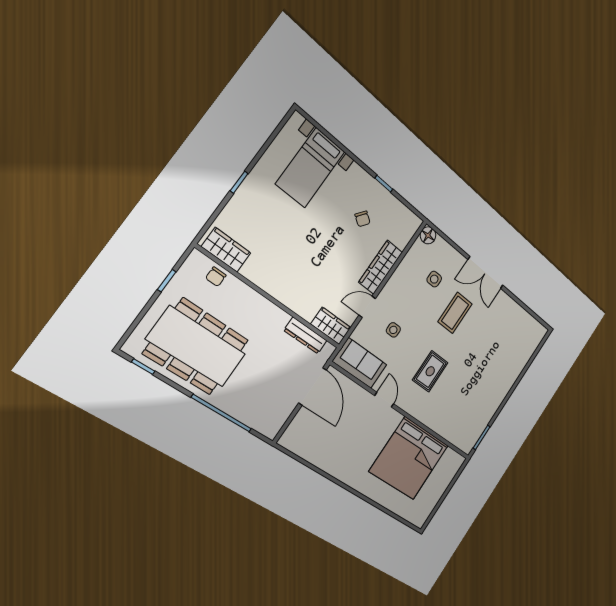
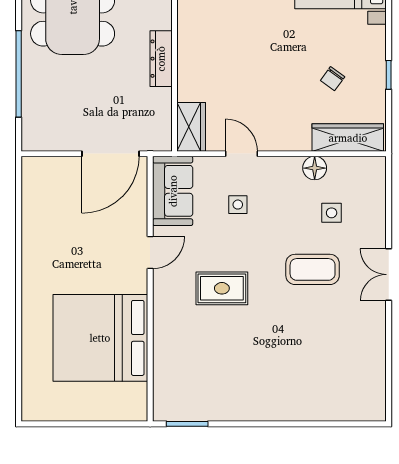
floor lamp: (428, 235) -> (315, 168), moved
wardrobe: (381, 267) -> (348, 138), moved
double door: (486, 273) -> (389, 275), width x0.73
dresser: (305, 336) -> (161, 59), moved

